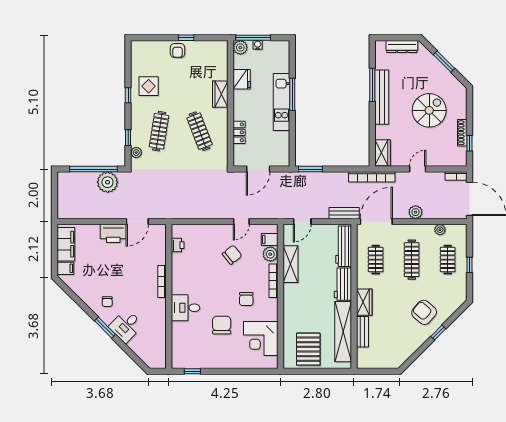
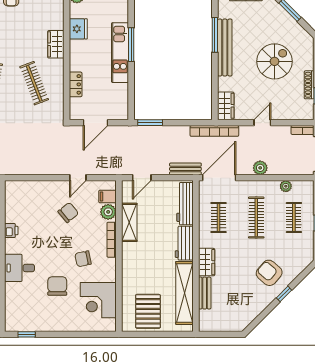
printer: (178, 245) -> (11, 231), moved
chair: (246, 299) -> (83, 259), turned 78

